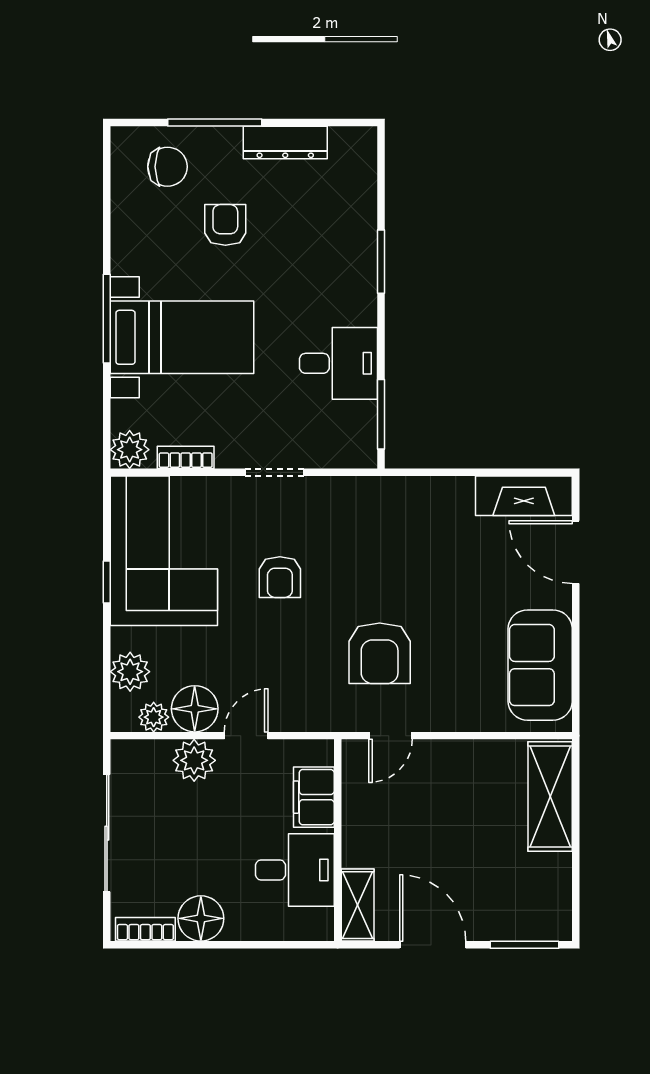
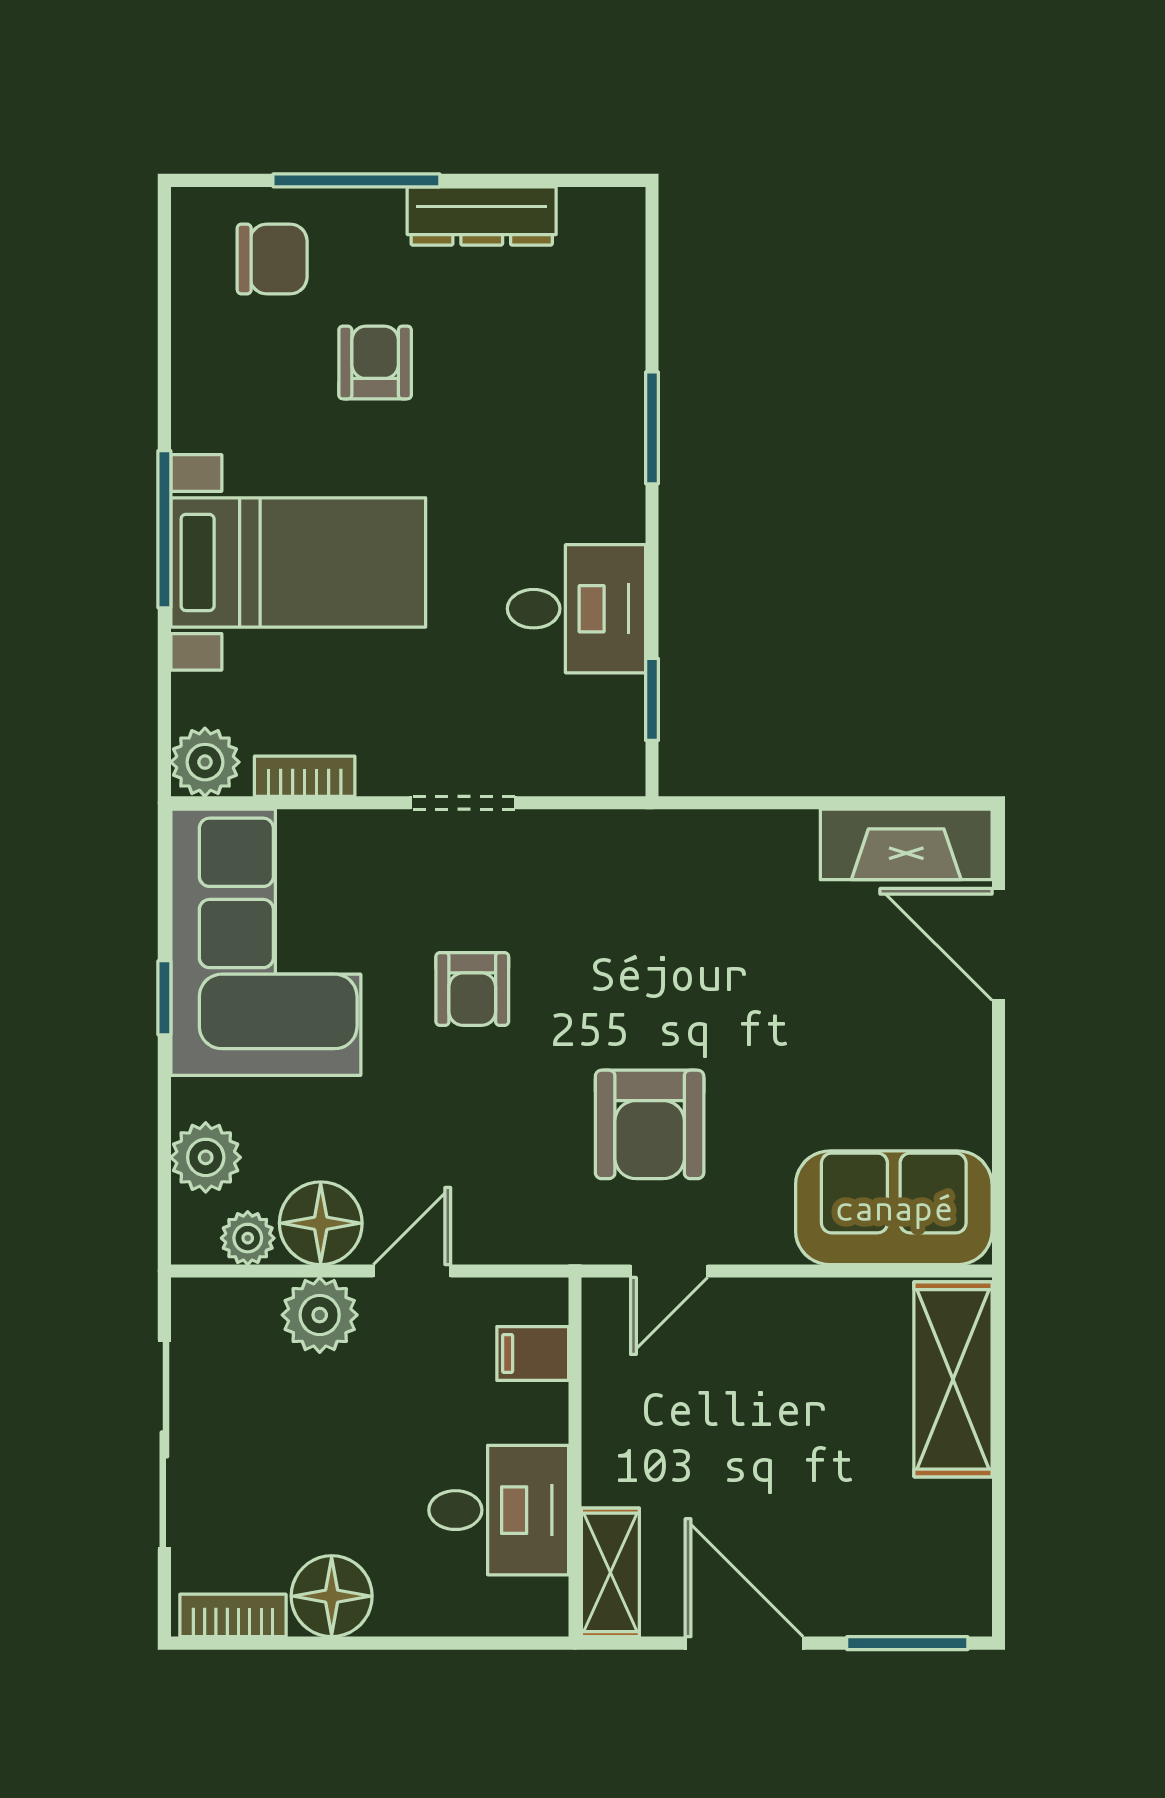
window: (381, 414) -> (652, 699), width x0.67
sofa: (540, 665) -> (894, 1208), moved, turned 90
filing cabinet: (314, 797) -> (533, 1353), width x0.50

